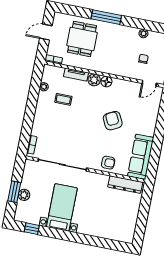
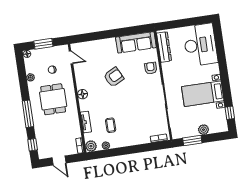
window: (72, 10) -> (33, 145), added
dining table: (82, 39) -> (53, 99), moved, turned 90
plant: (94, 80) -> (91, 146), moved
armchair: (113, 121) -> (114, 77), turned 180
window: (14, 192) -> (192, 141), moved
desk: (114, 223) -> (200, 45), added

